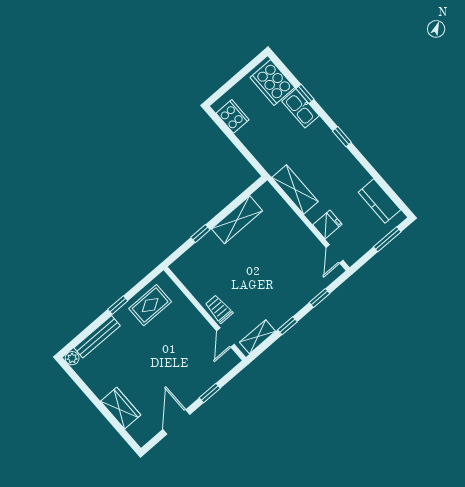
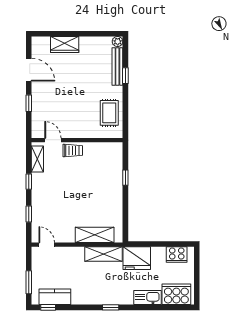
window: (305, 94) -> (48, 307), moved
shelving: (237, 220) -> (95, 235), moved, turned 90
fridge: (327, 224) -> (137, 258), moved, width x1.88, depth x1.34
window: (118, 305) -> (125, 76), moved

